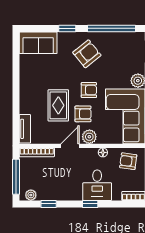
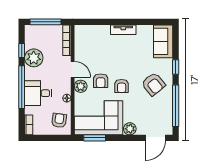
rug: (58, 105) -> (108, 59), removed
tv unit: (25, 129) -> (123, 30), moved
plant: (31, 195) -> (34, 58), moved, width x1.88, depth x1.88
window: (90, 204) -> (22, 87), width x3.17

